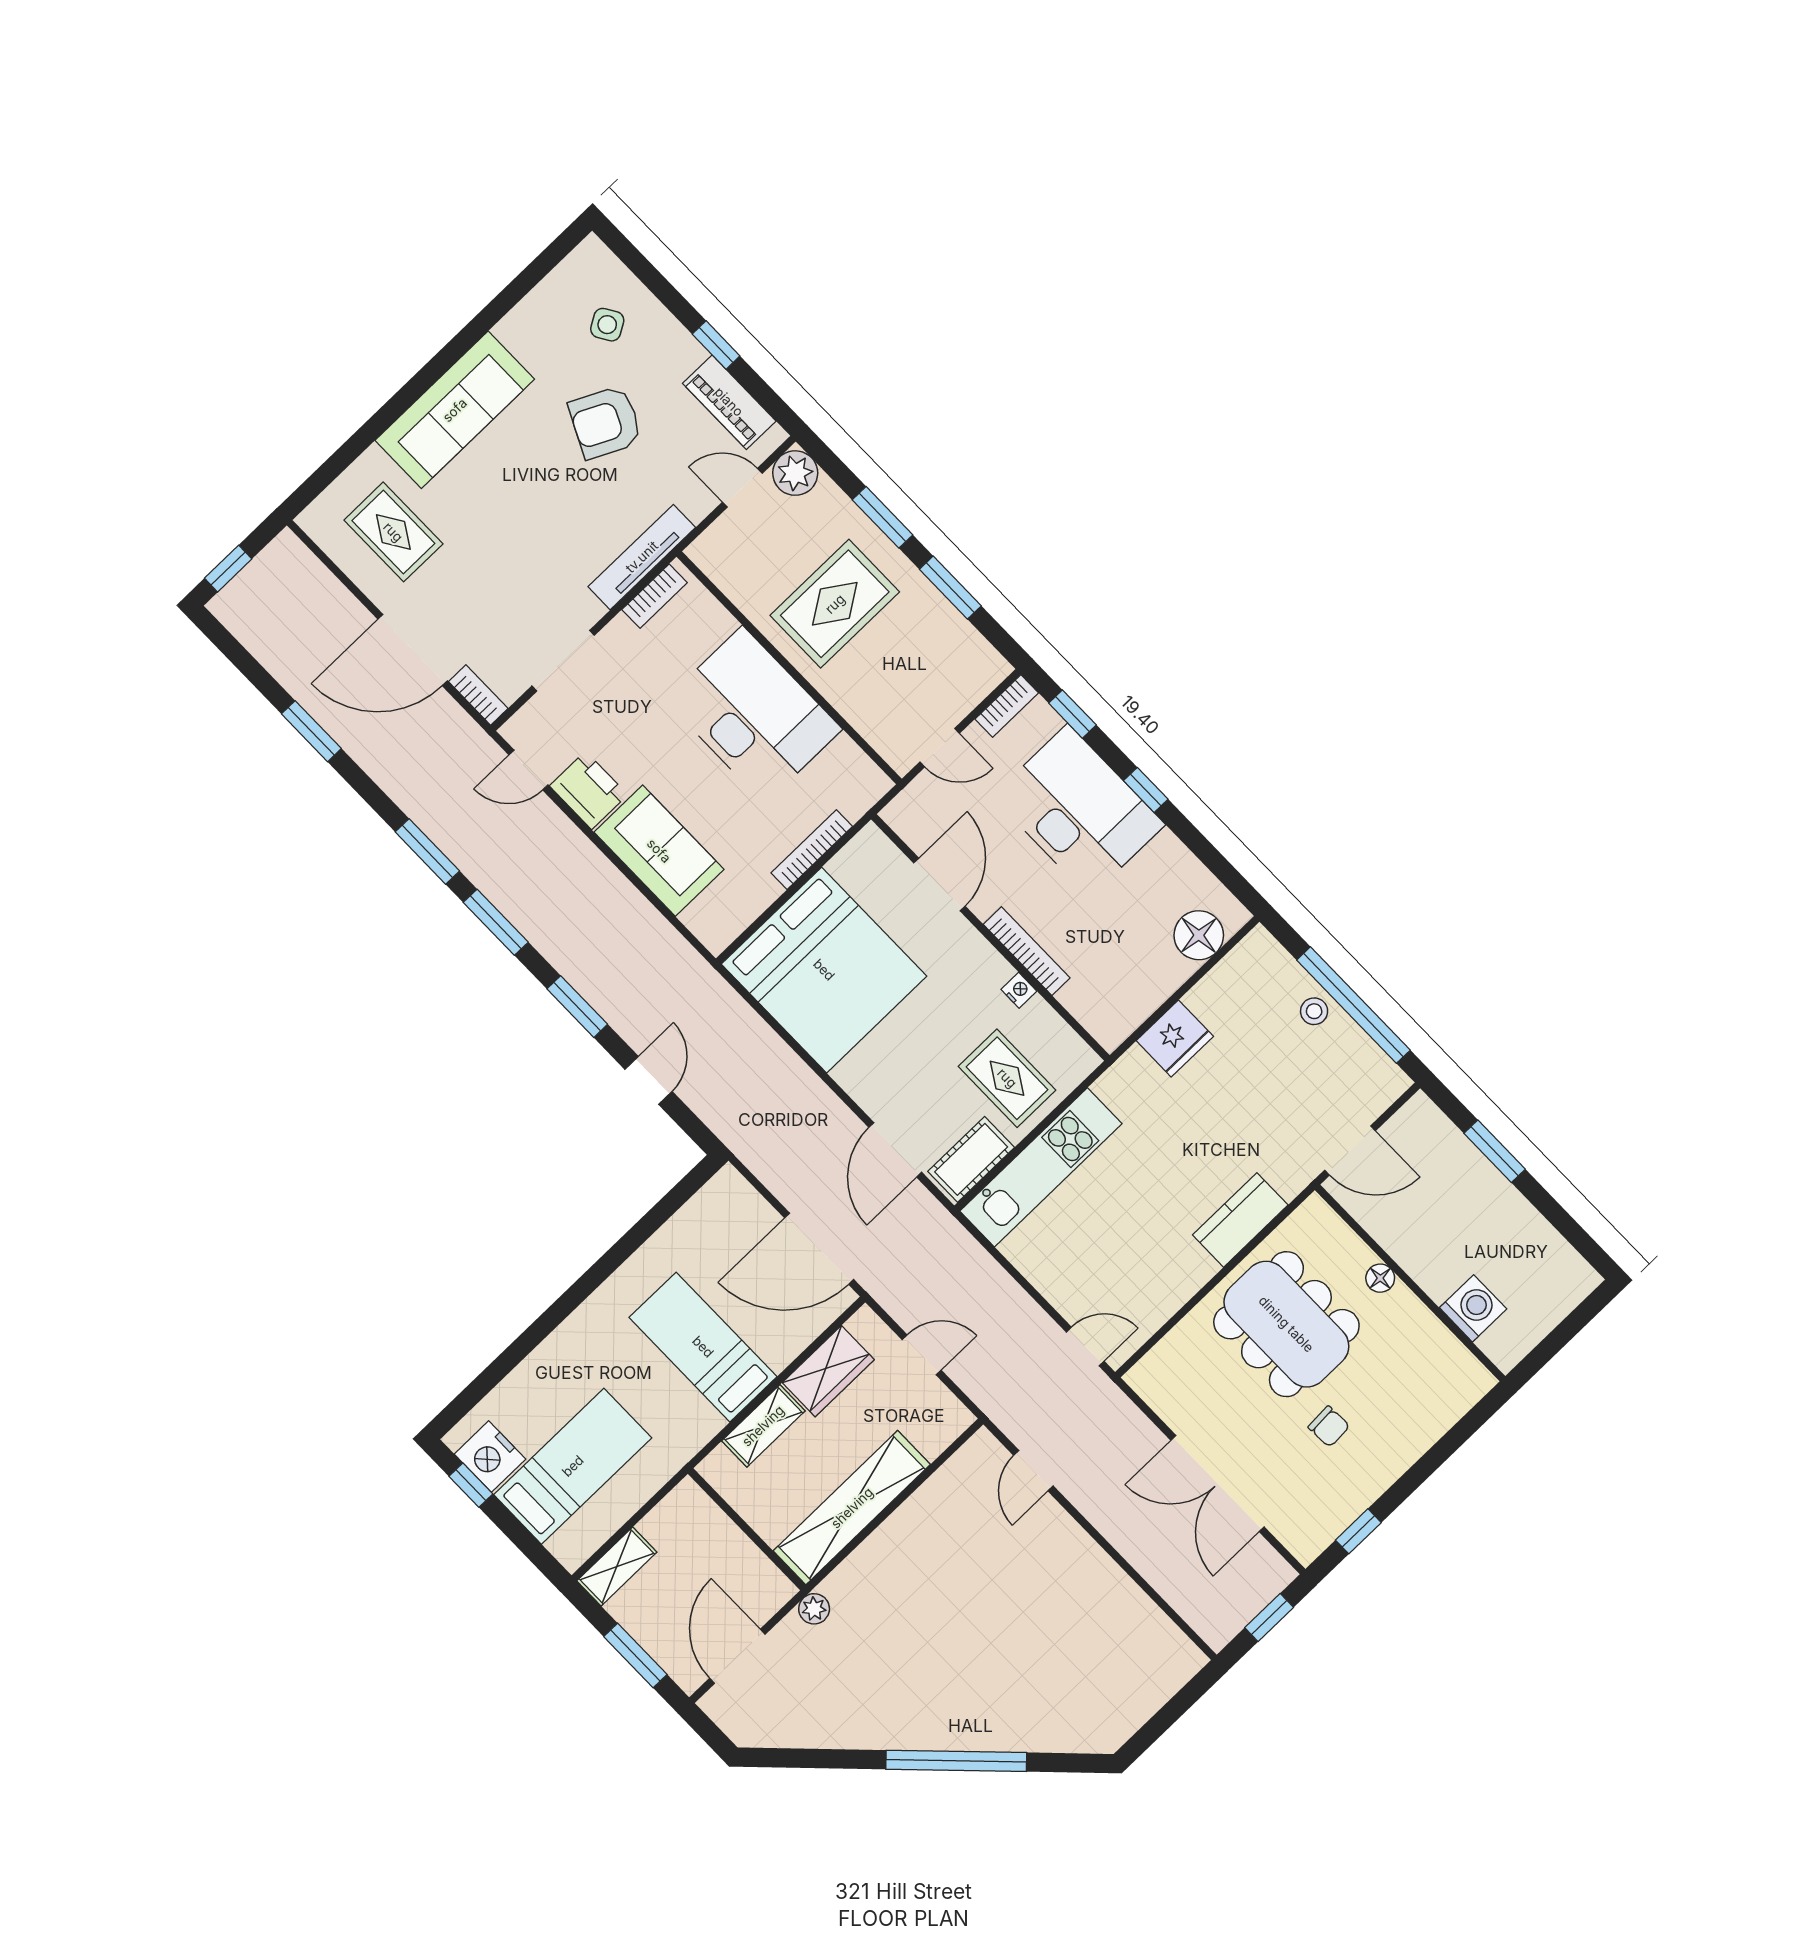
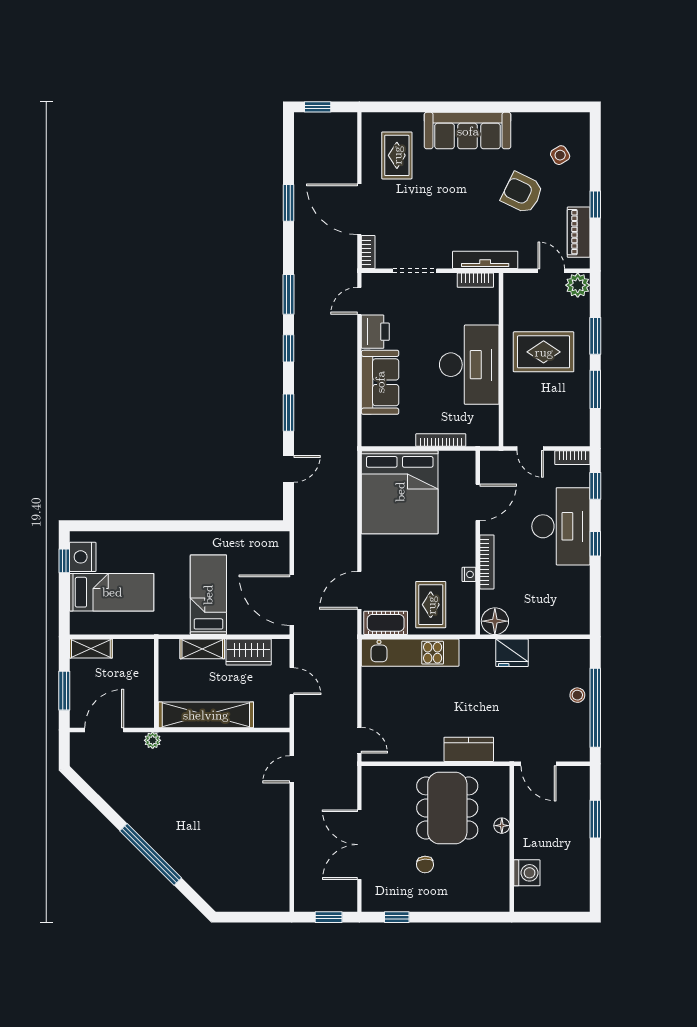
door: (528, 770) -> (359, 301), hinge flipped
window: (496, 922) -> (289, 348), width x0.67
floor lamp: (1199, 935) -> (495, 621), moved

